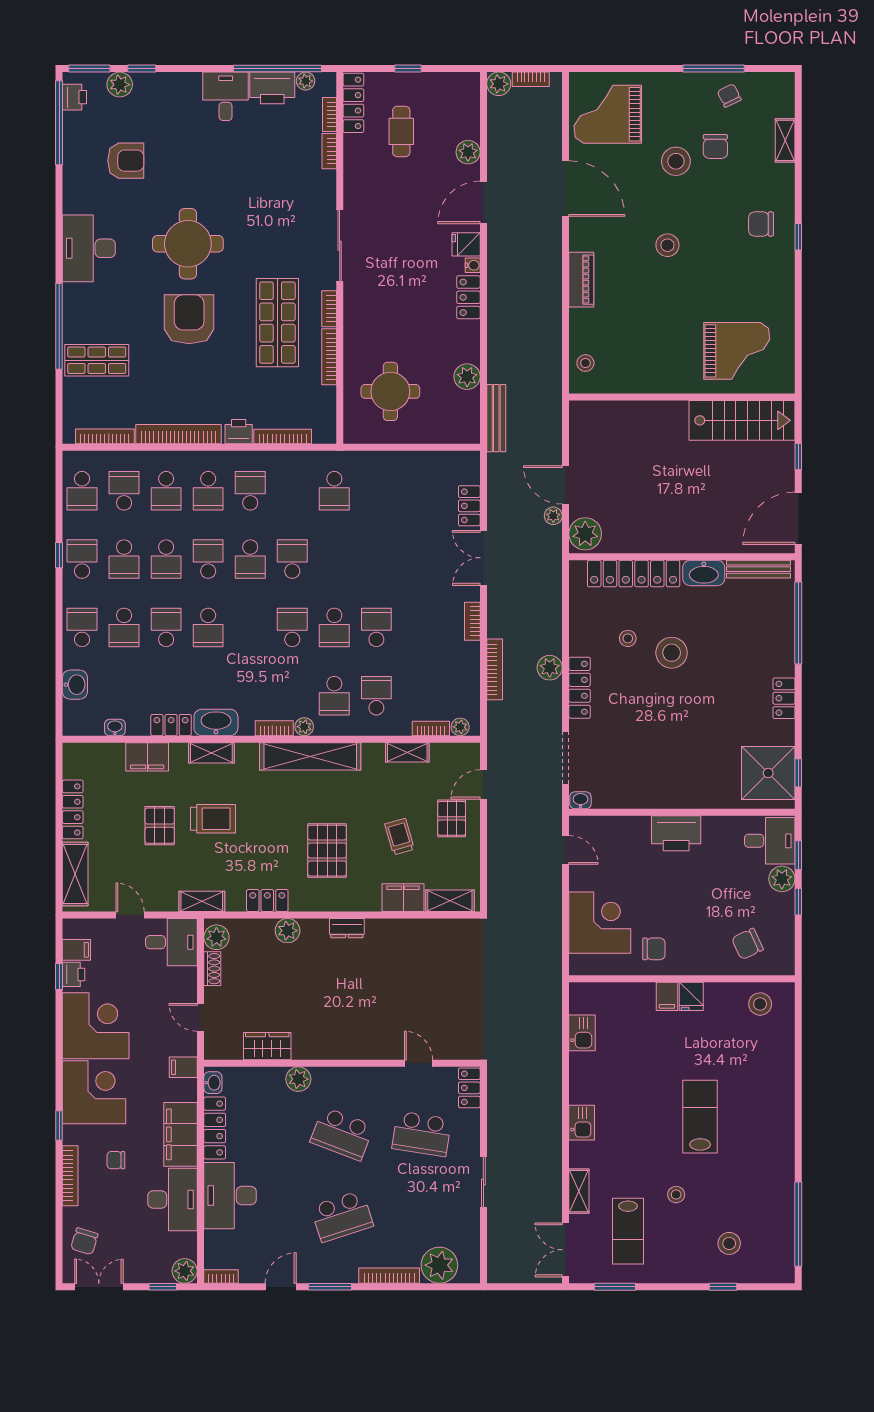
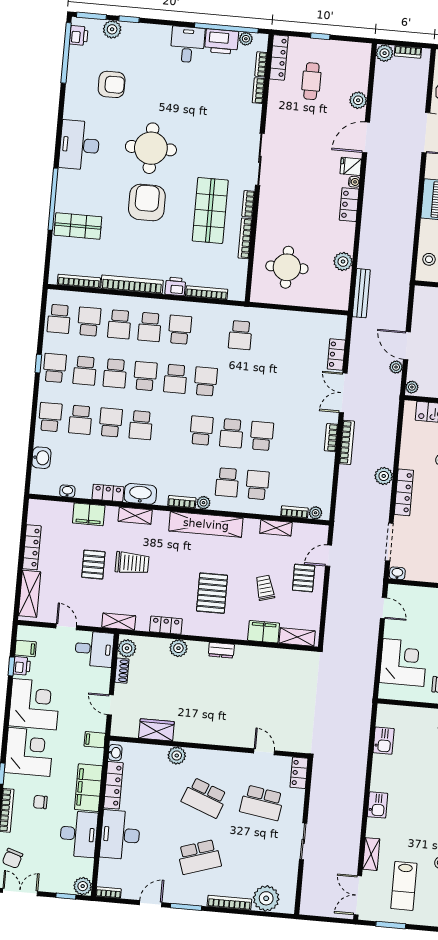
plant: (585, 534) -> (412, 387), width x0.53, depth x0.53
bookcase: (495, 669) -> (347, 442), moved

